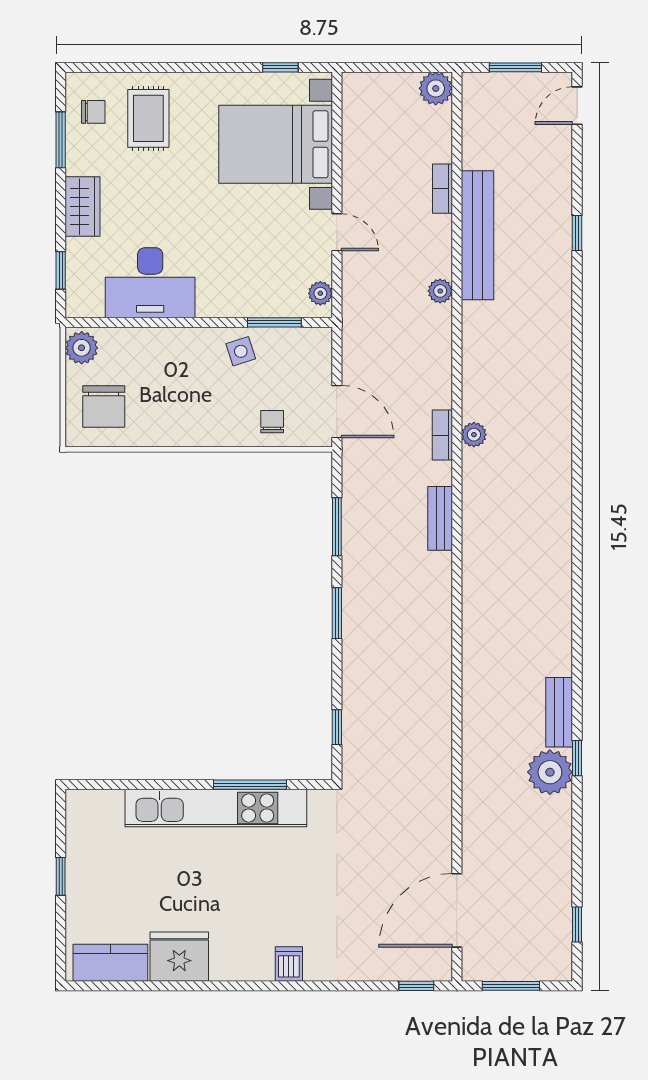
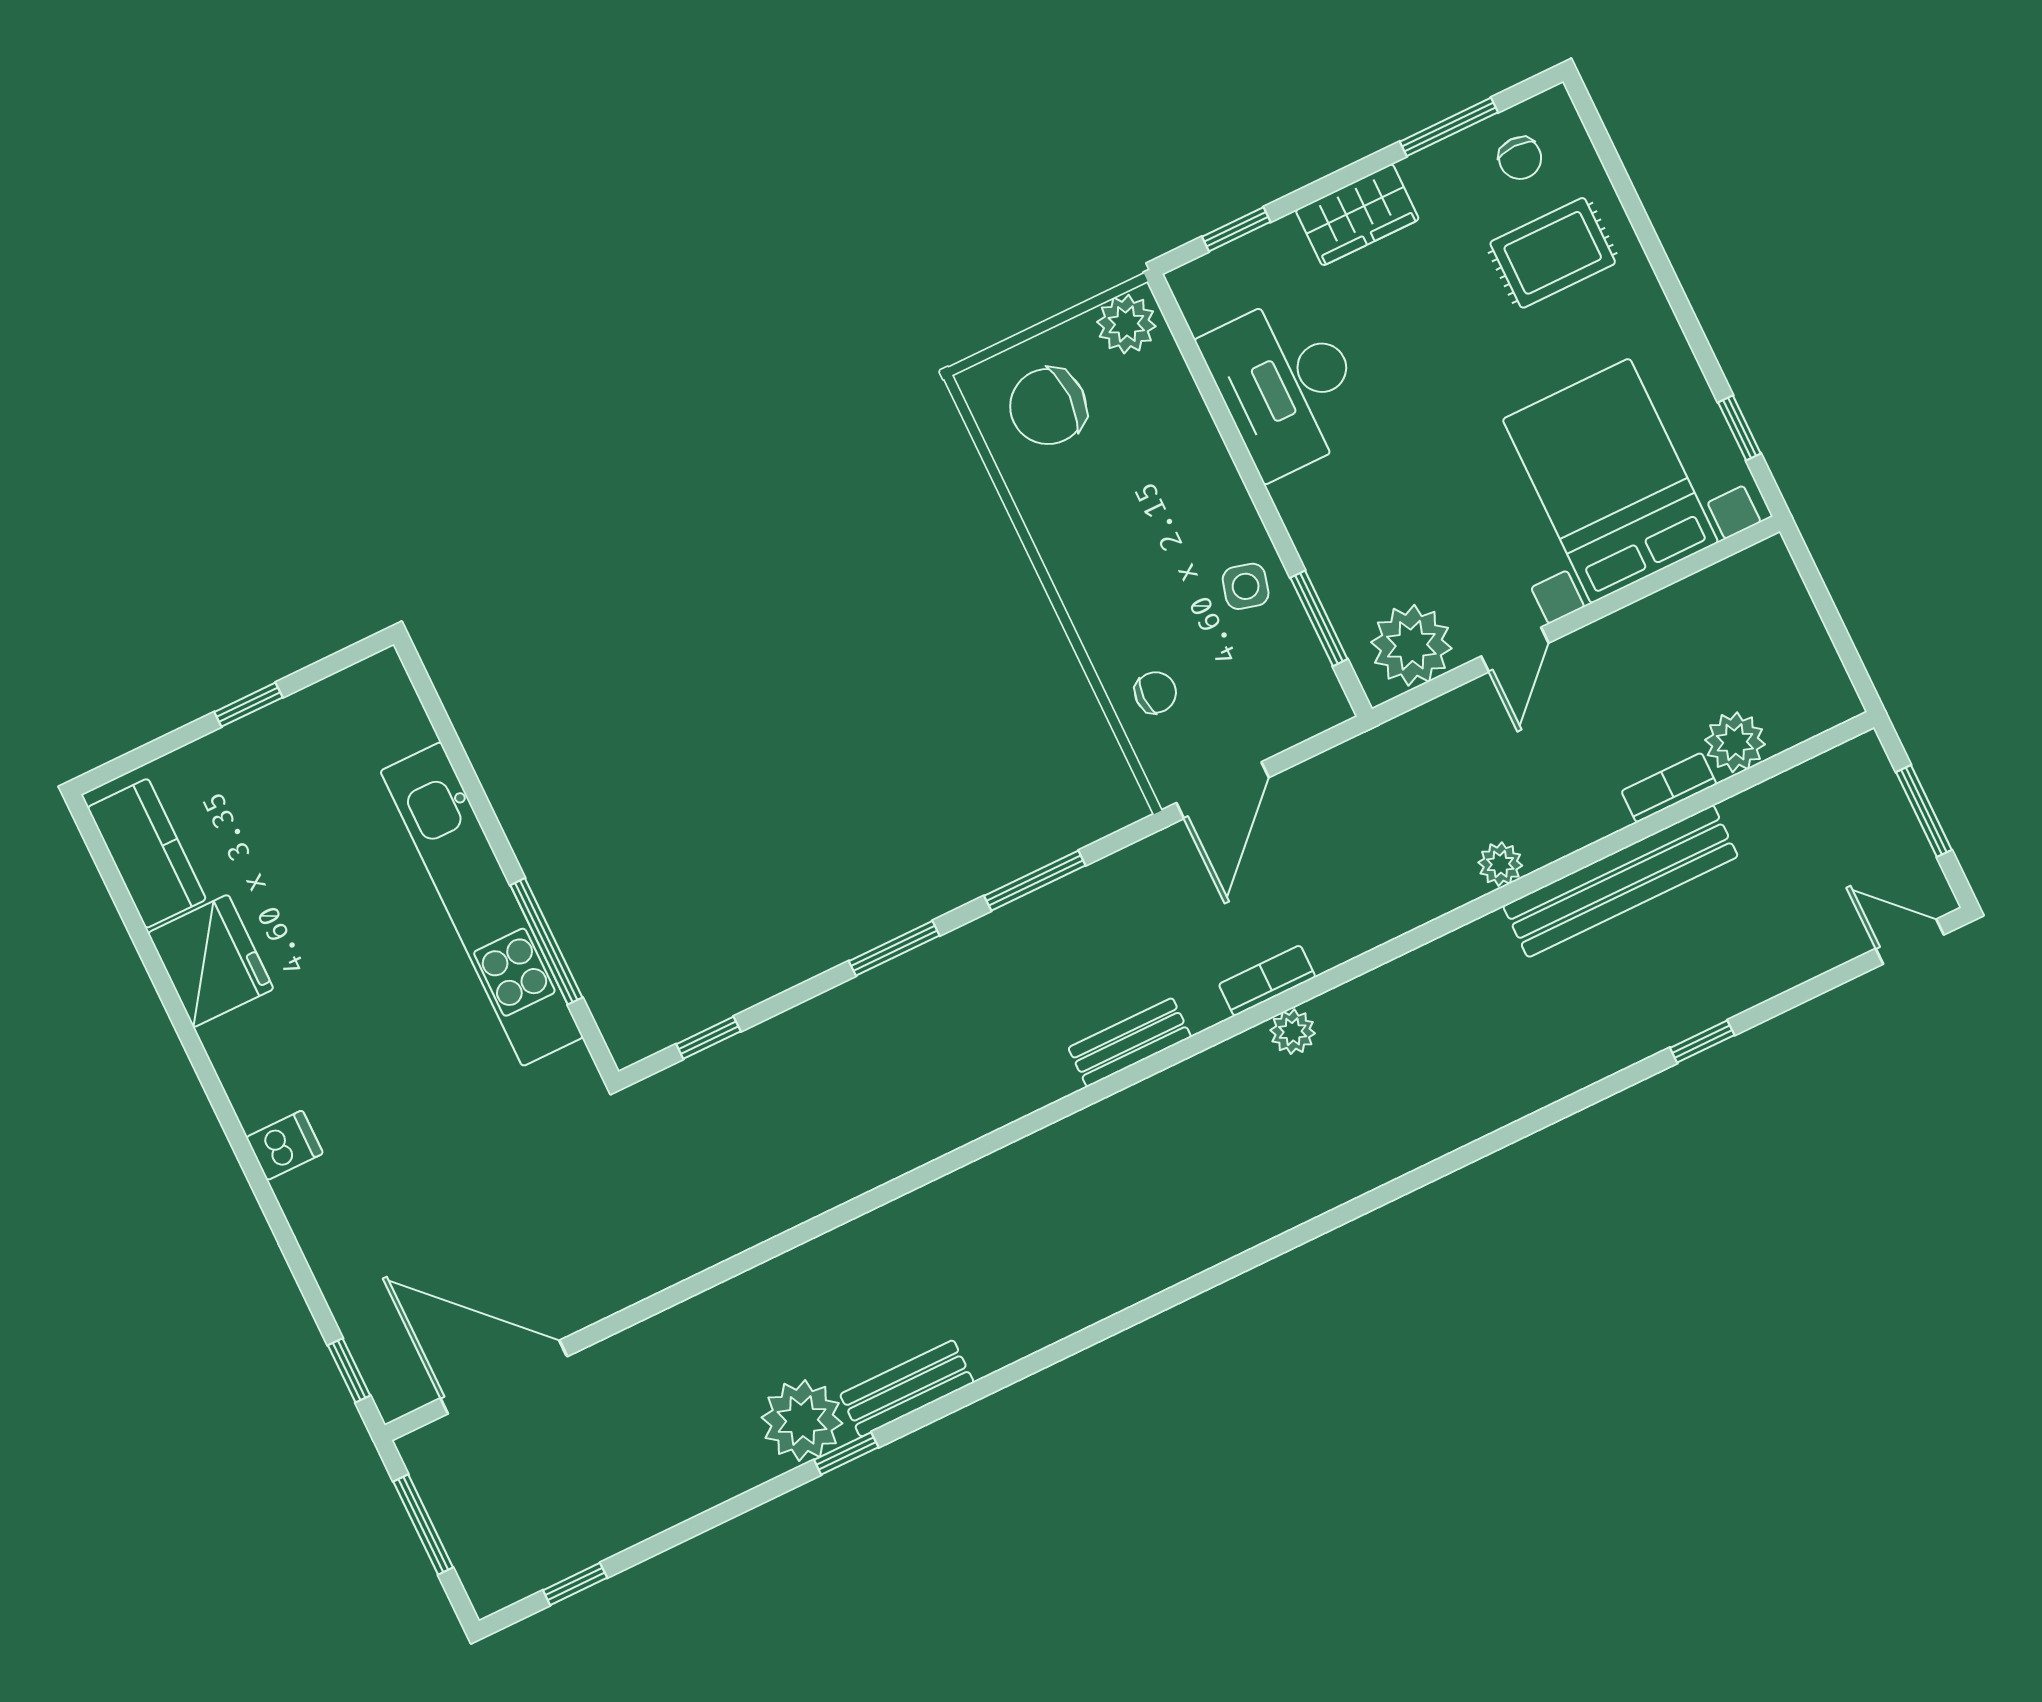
plant: (436, 88) -> (1735, 742), moved
plant: (320, 293) -> (1411, 645), width x1.88, depth x1.88
side table: (241, 351) -> (1246, 586), turned 33

